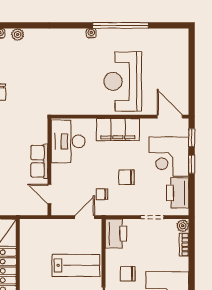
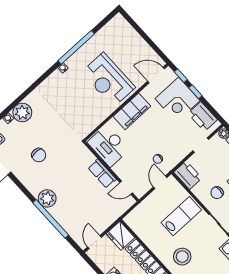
plant: (18, 35) -> (22, 112), width x1.87, depth x1.87
chair: (127, 177) -> (163, 135), removed

